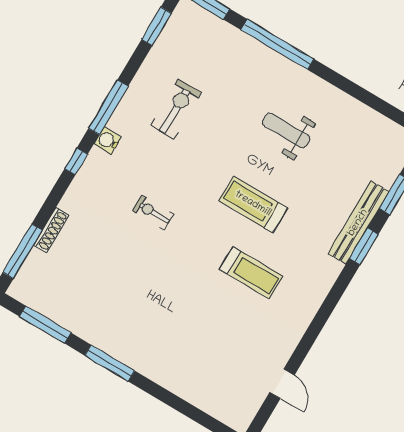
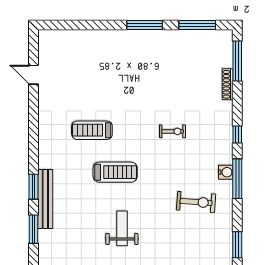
exercise bike: (176, 109) -> (196, 202), turned -86
weight bench: (286, 131) -> (122, 228), turned -90
water cooler: (108, 141) -> (226, 172), moved

